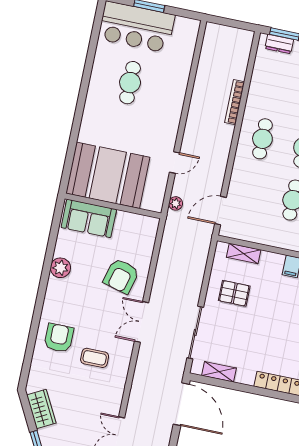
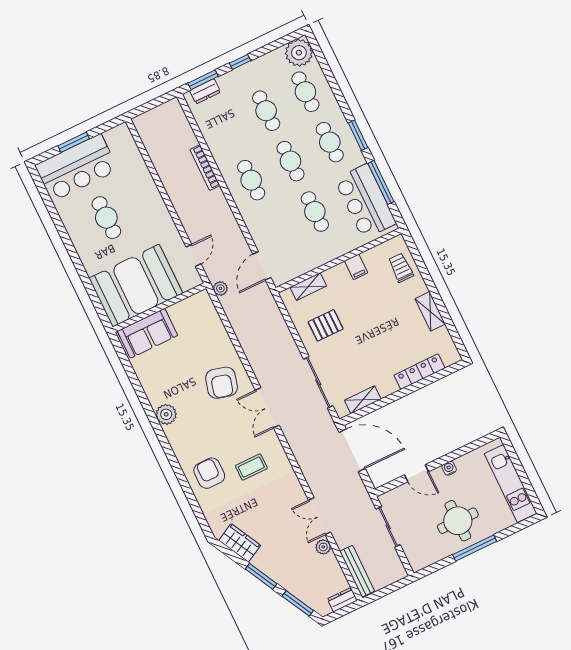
booth: (108, 175) -> (136, 286), moved
wall: (113, 206) -> (159, 308), moved
sofa: (89, 218) -> (147, 333), moved

